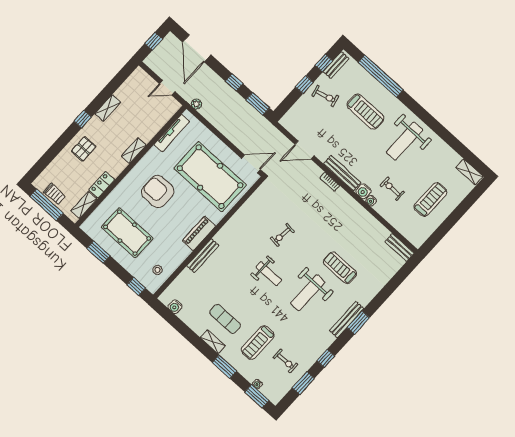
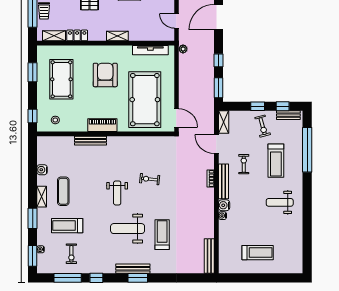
weight bench: (404, 141) -> (280, 202), width x0.73, depth x0.75
shelving: (469, 172) -> (224, 122), moved
exercise bike: (392, 189) -> (244, 164), moved
bench: (400, 248) -> (209, 256), width x1.36
water cooler: (175, 307) -> (42, 170), moved
window: (303, 383) -> (68, 278), width x1.44

